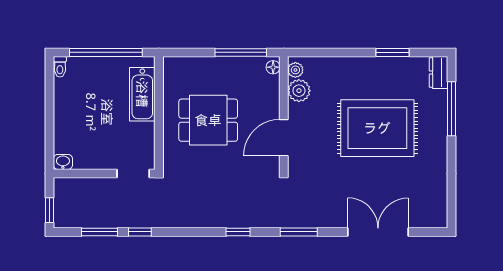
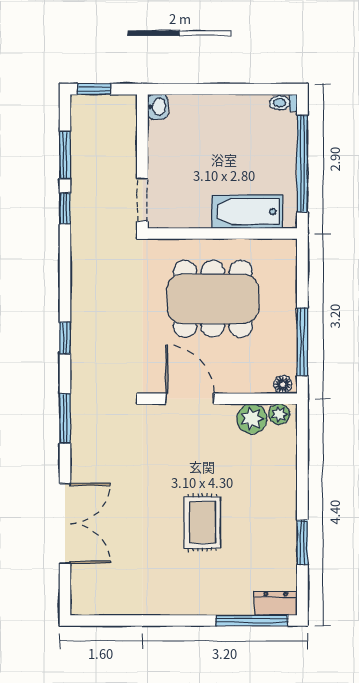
window: (452, 109) -> (252, 621), moved
dining table: (208, 120) -> (213, 299), width x1.38
rug: (377, 128) -> (202, 522), width x0.54, depth x0.49

